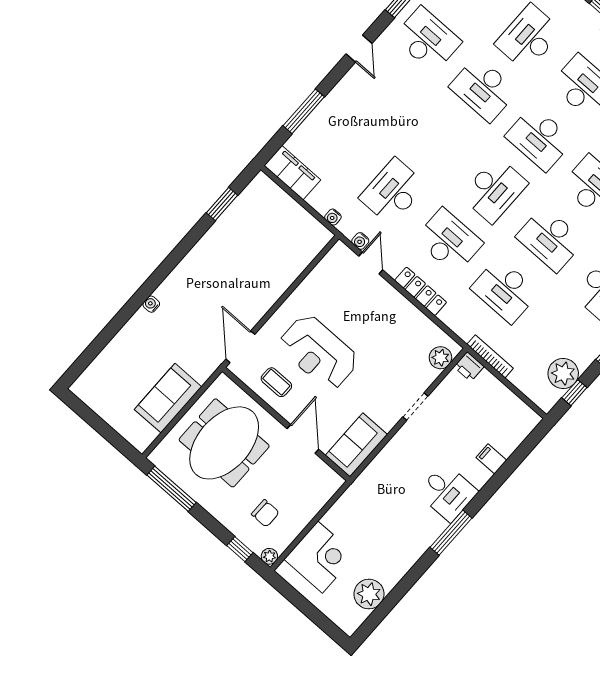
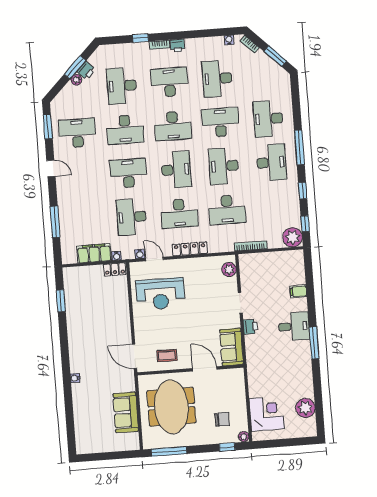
desk: (438, 140) -> (128, 173), added
filing cabinet: (292, 173) -> (94, 253), moved
locker: (316, 230) -> (115, 269), added
desk: (550, 239) -> (224, 166), turned 90
desk: (449, 241) -> (179, 213), turned 180
reception desk: (318, 352) -> (160, 294), moved
printer: (469, 367) -> (250, 327), moved, turned -90
plant: (563, 373) -> (293, 237), moved

